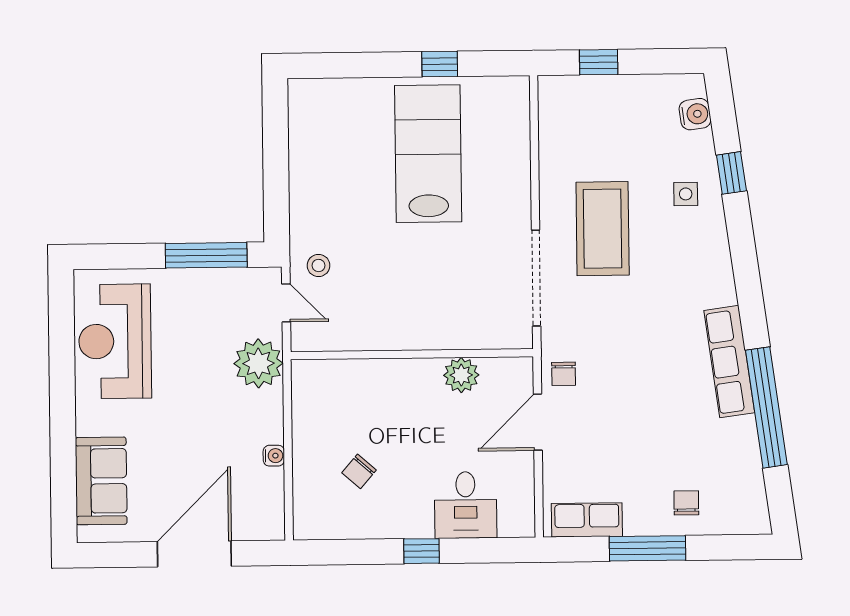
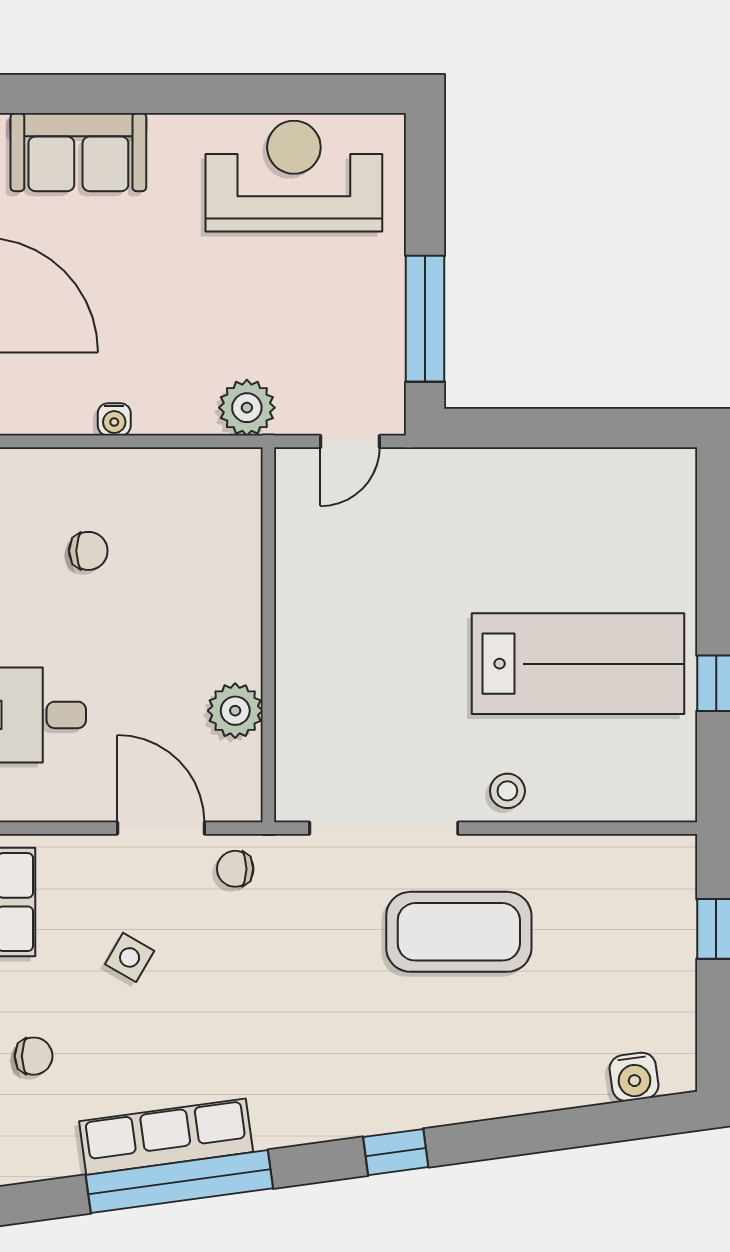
window: (731, 173) -> (396, 1152), moved
side table: (686, 194) -> (130, 957), moved, turned 30
stool: (318, 265) -> (507, 791), moved
row of seats: (729, 362) -> (166, 1137), moved
plant: (258, 363) -> (247, 408), width x0.73, depth x0.73
chair: (359, 471) -> (88, 551), turned 139

